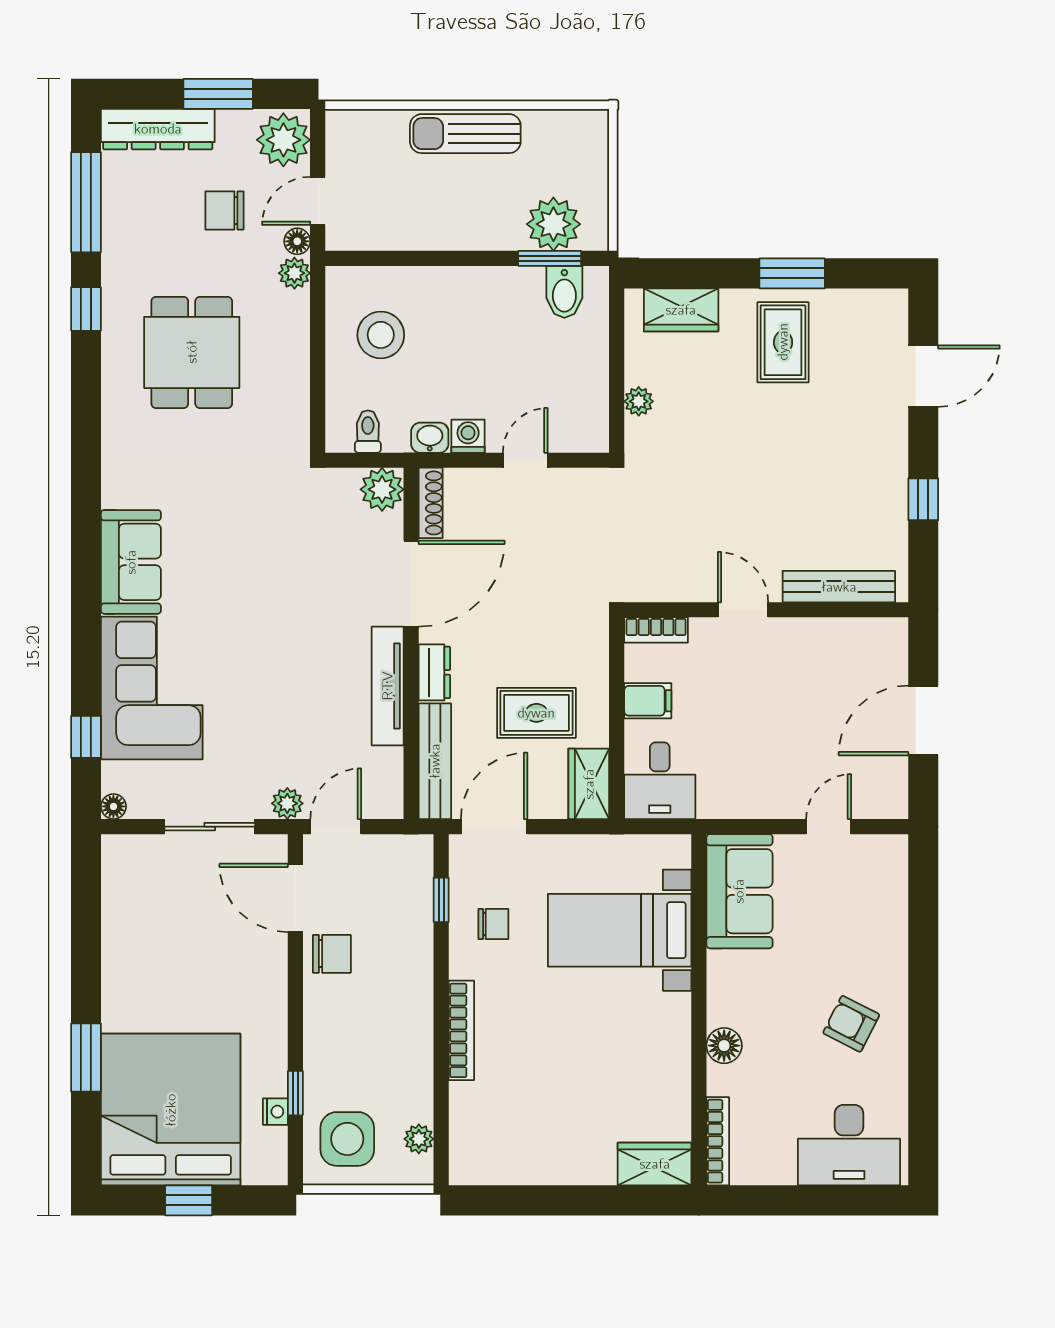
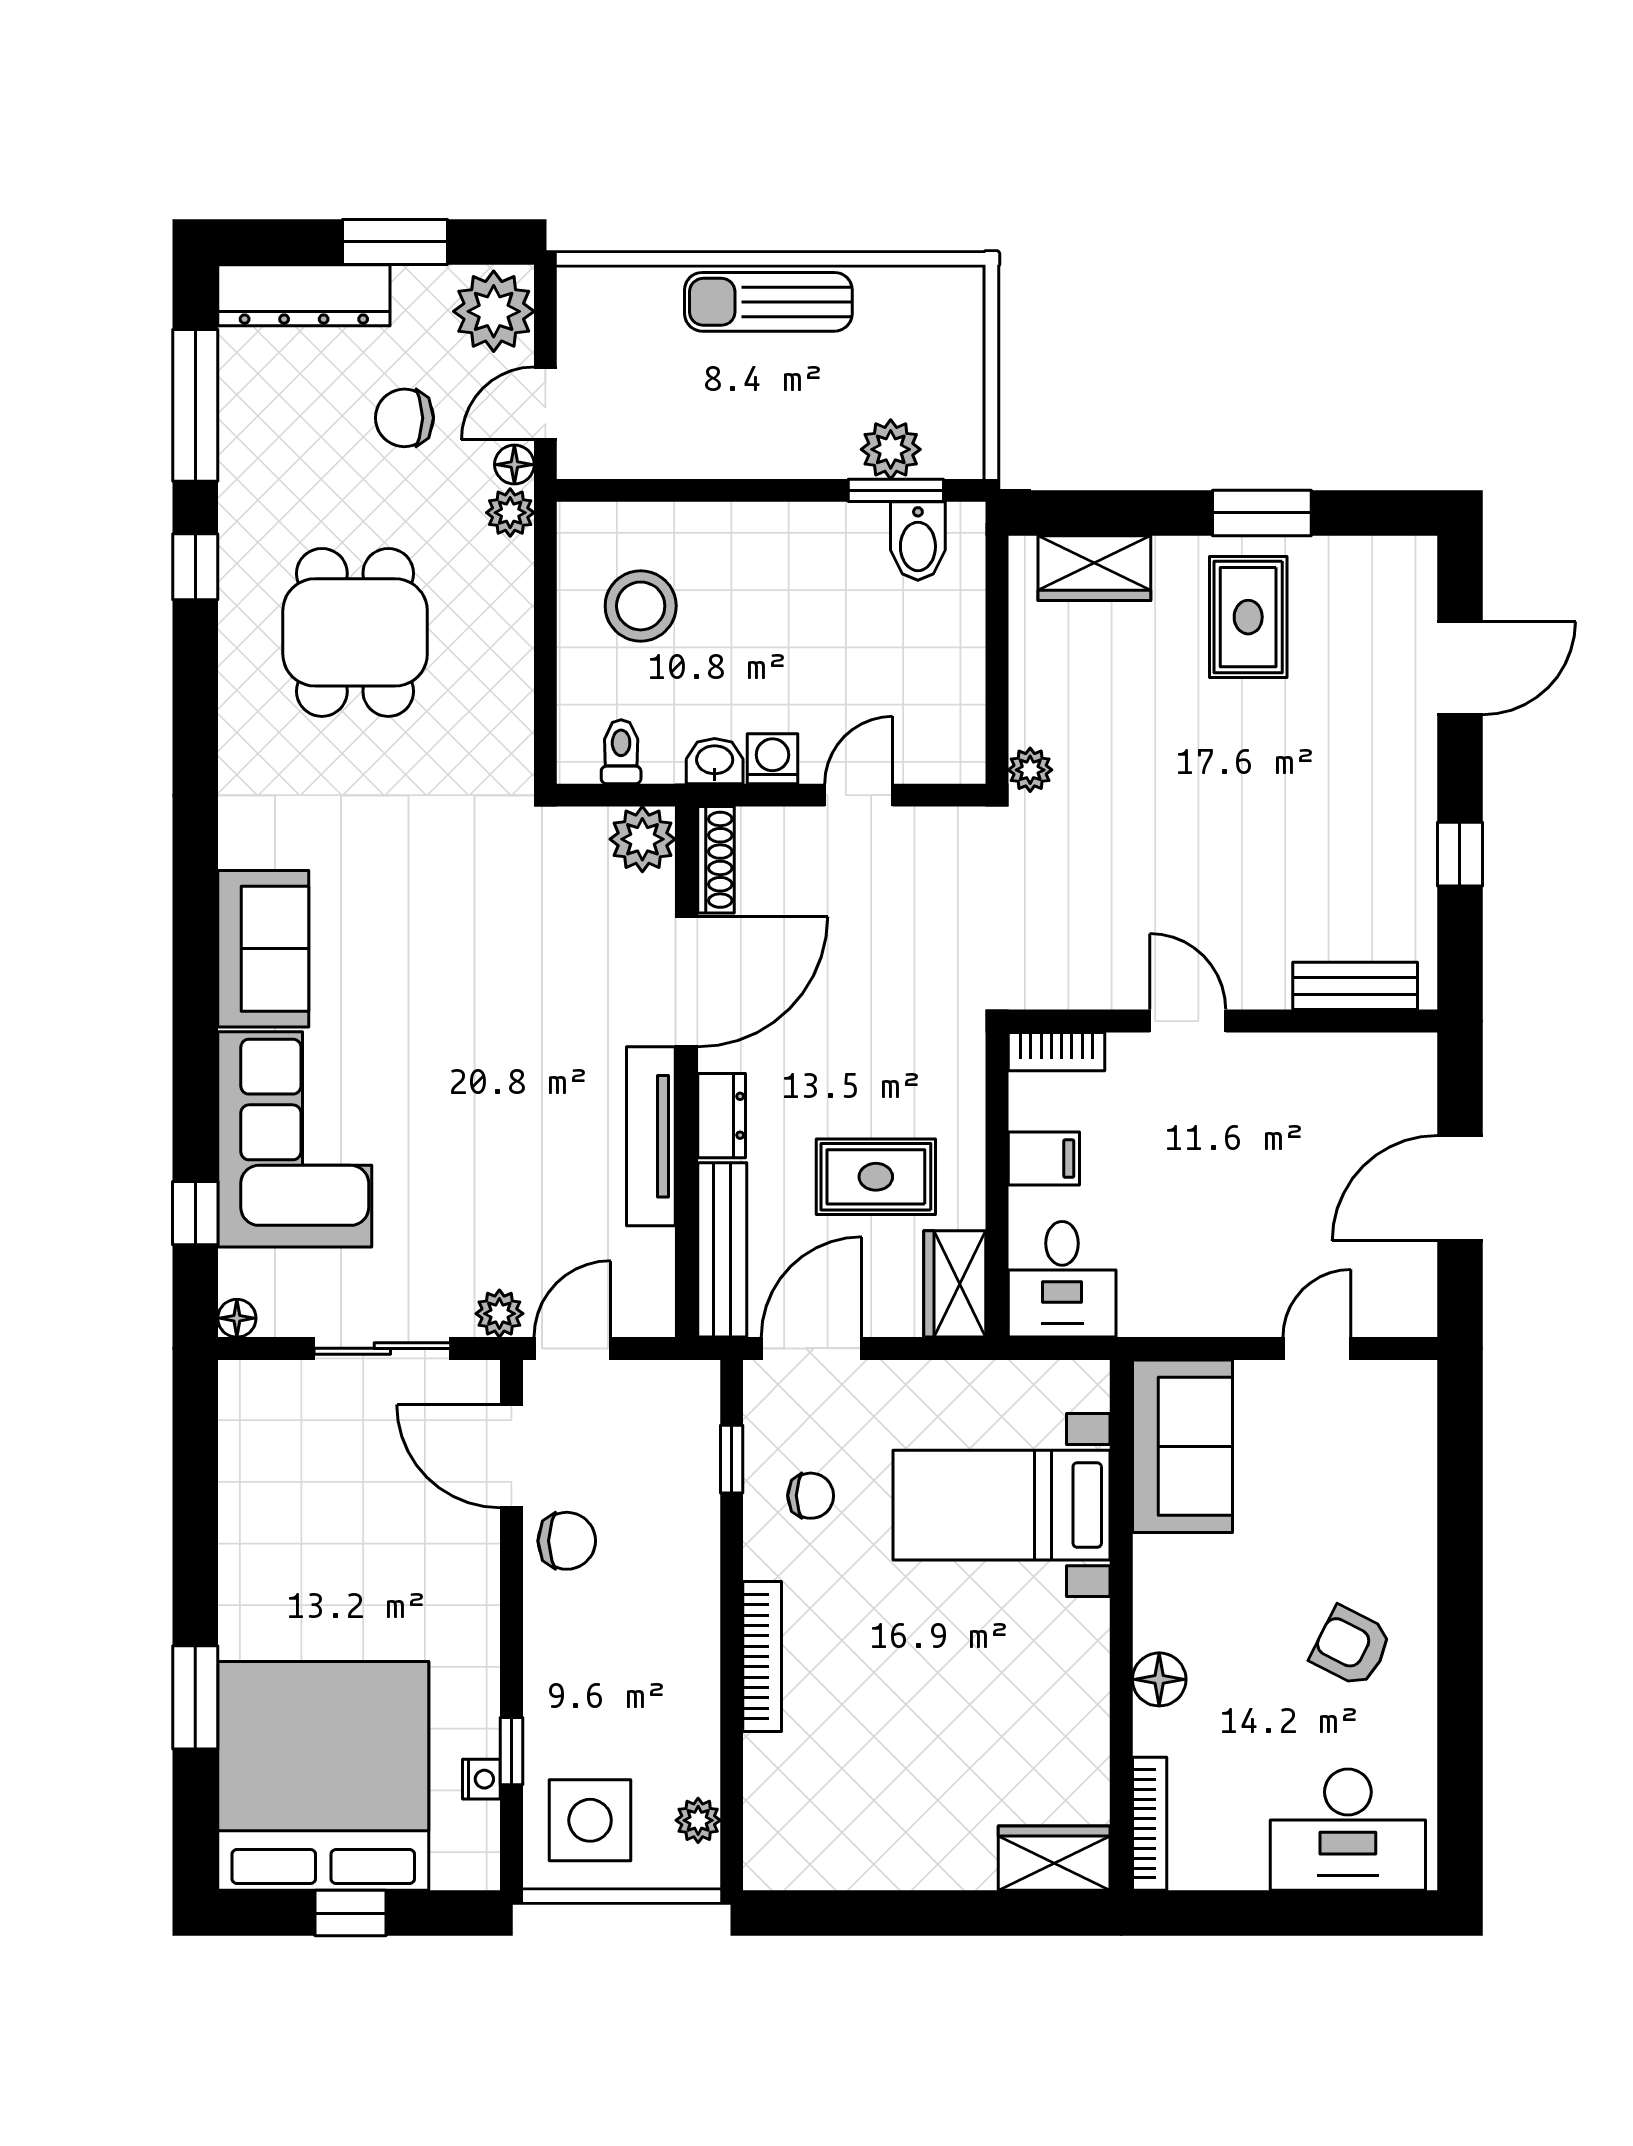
plant: (553, 224) -> (891, 449), width x0.73, depth x0.73
plant: (639, 401) -> (1030, 770), moved
bench: (839, 587) -> (1355, 986), width x0.73

